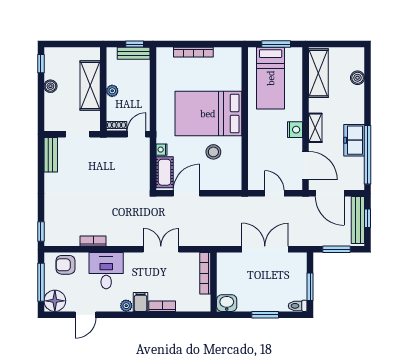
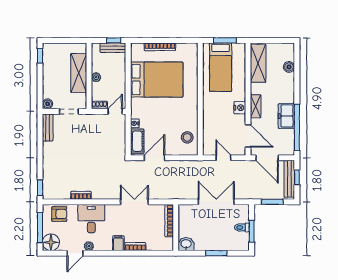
boiler: (50, 86) -> (47, 104), moved
bed: (208, 114) -> (157, 80), moved, turned 180
stool: (213, 152) -> (187, 137), moved
armchair: (66, 265) -> (59, 214), turned 180
plant: (126, 306) -> (89, 246), moved
toilet: (298, 306) -> (242, 227), moved

